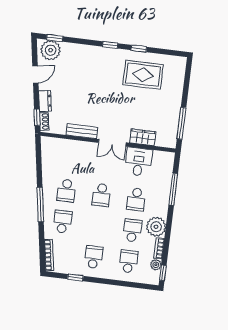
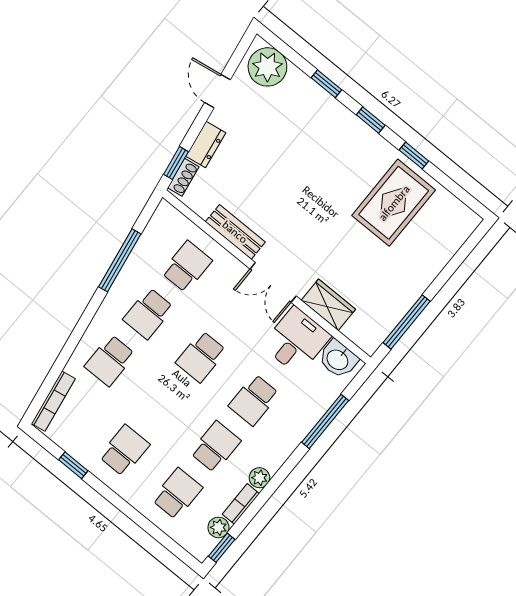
window: (55, 38) -> (326, 84), moved
door: (35, 74) -> (218, 91), swing flipped
rug: (143, 75) -> (394, 203), turned 90
washbasin: (162, 158) -> (338, 359), added
school desk: (70, 160) -> (187, 267), added
window: (40, 205) -> (120, 260), moved
school desk: (62, 222) -> (110, 360), turned 180
plant: (156, 227) -> (259, 478), width x0.53, depth x0.53

